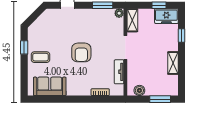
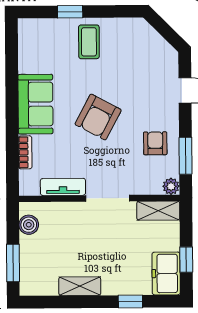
armchair: (96, 22) -> (155, 143), added
window: (24, 47) -> (70, 12), moved
armchair: (81, 52) -> (98, 117), turned -62
sofa: (50, 86) -> (35, 104), moved

